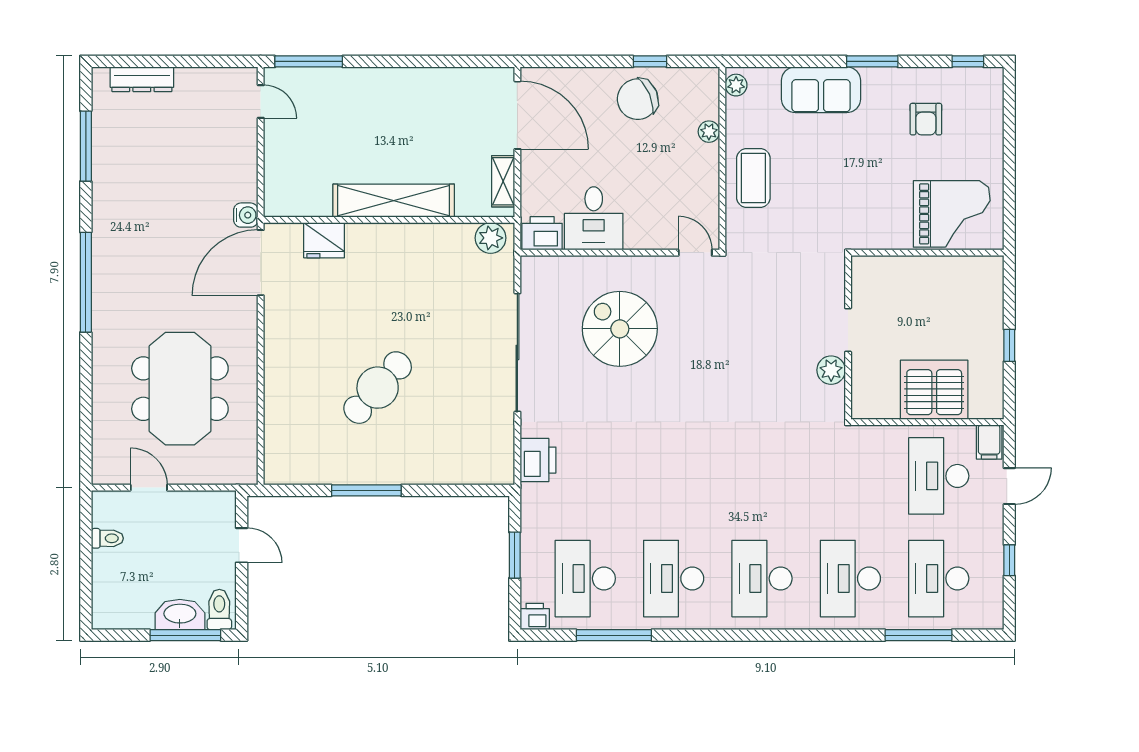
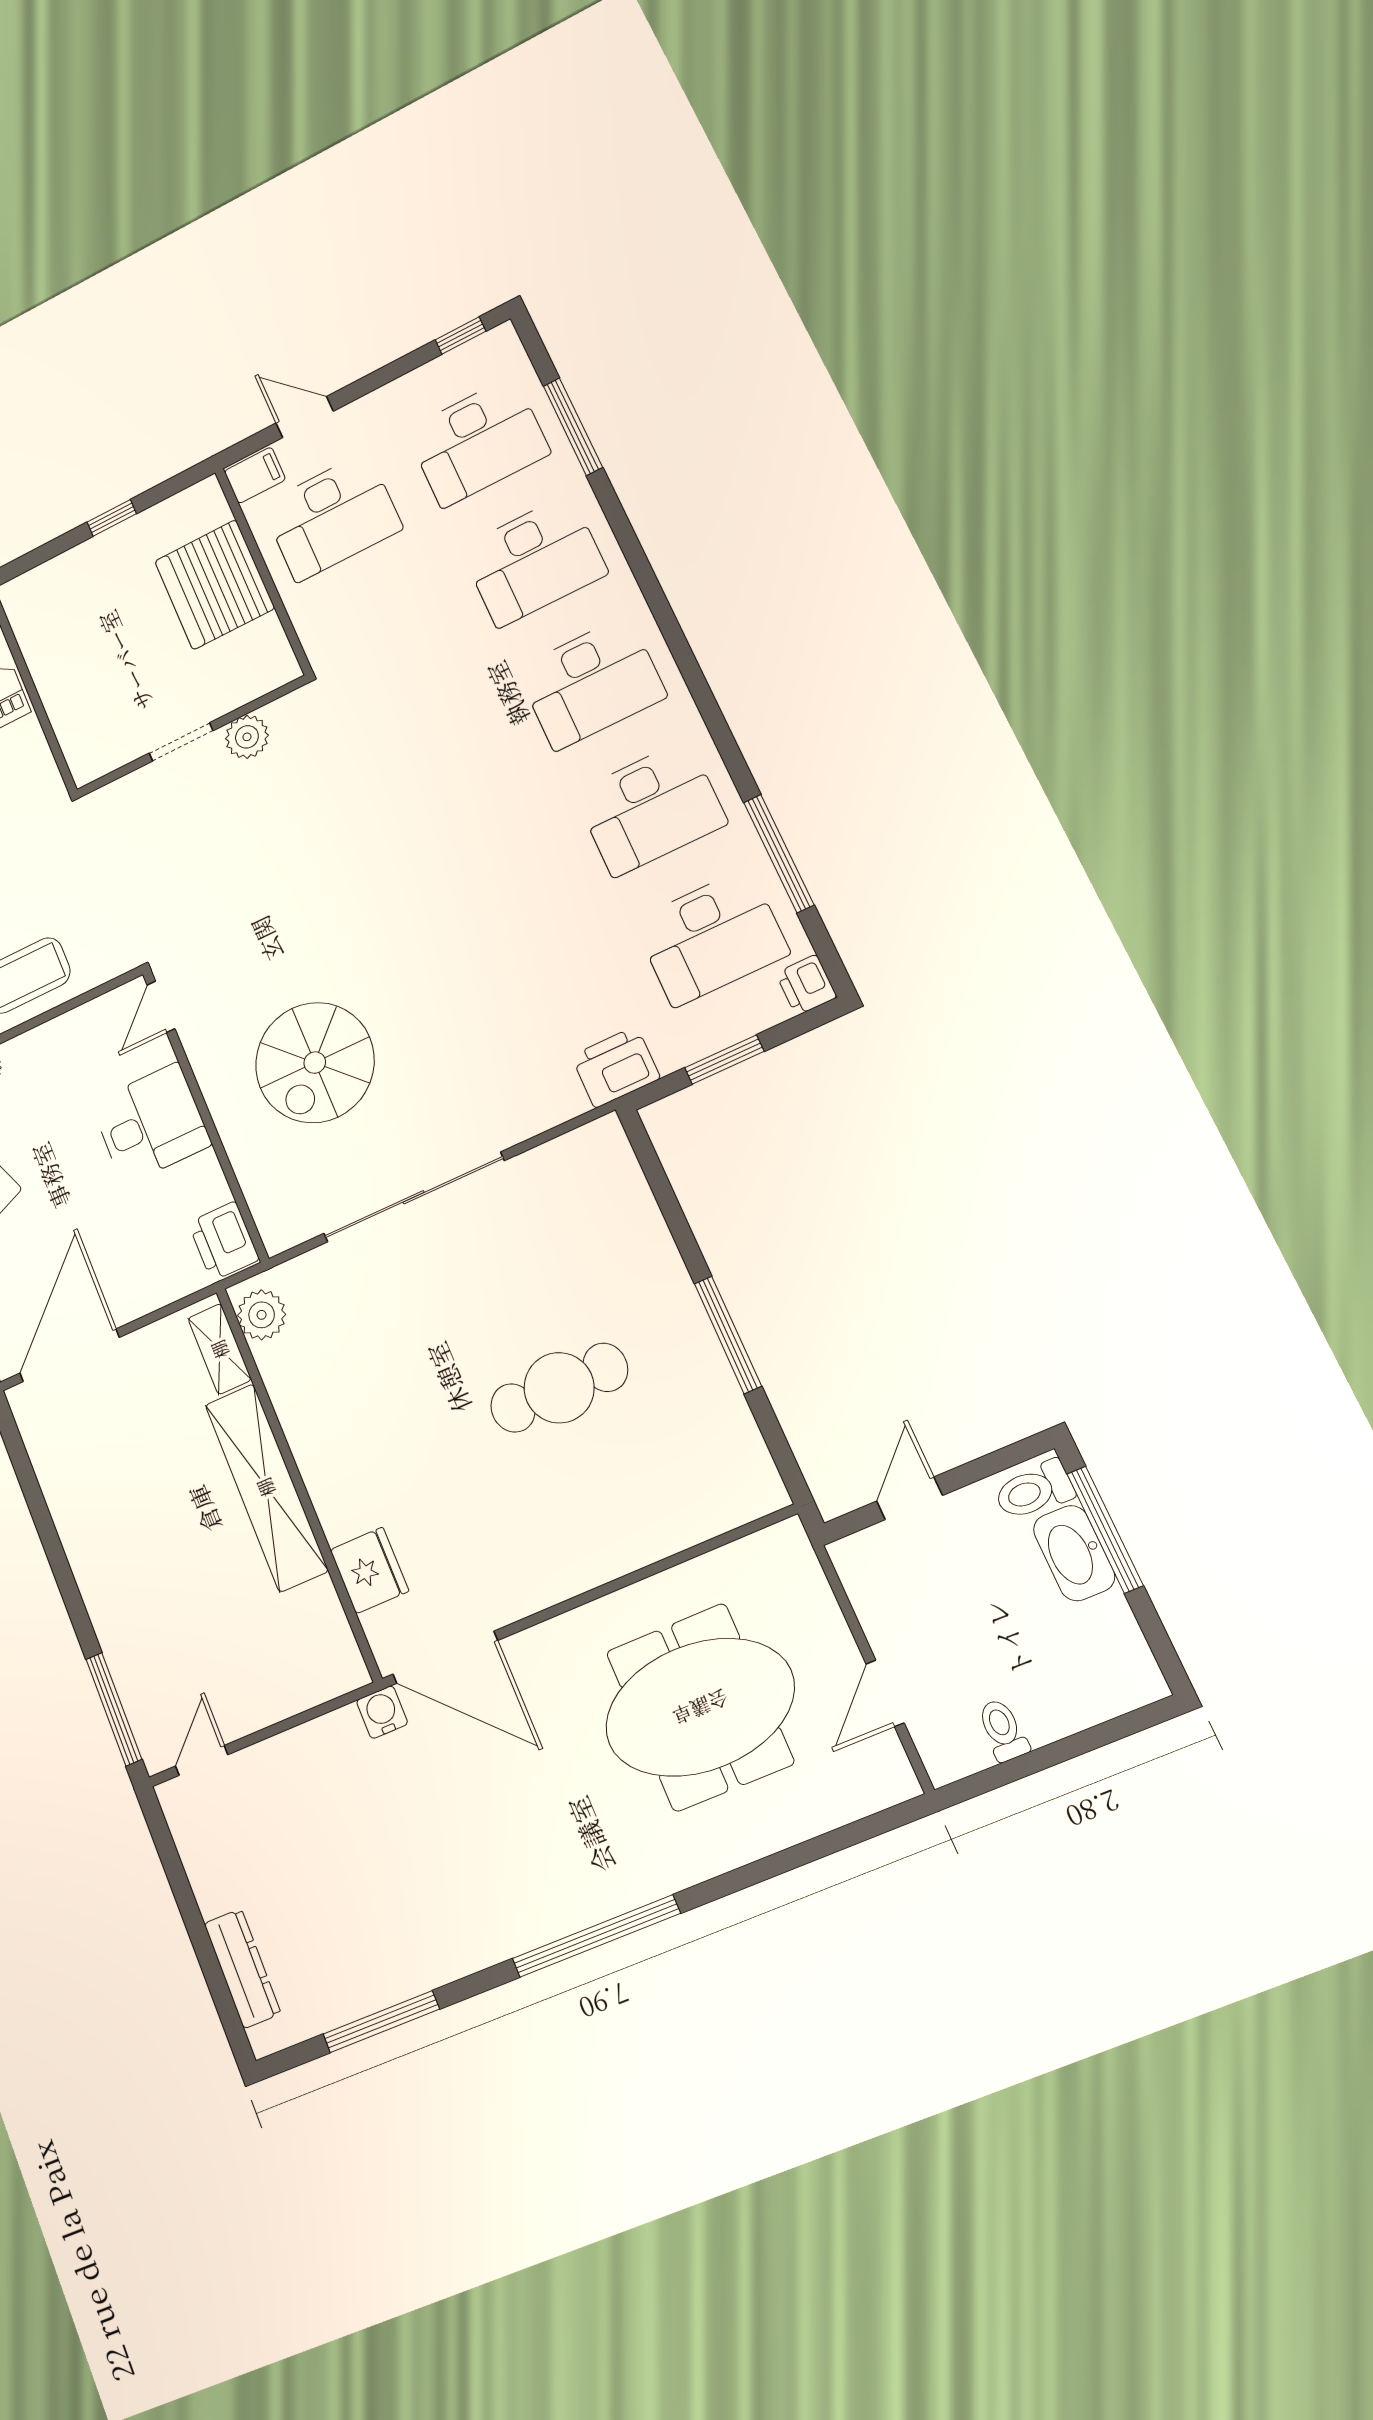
shelving: (503, 181) -> (220, 1349), moved, turned 90
desk: (594, 218) -> (151, 1124), moved
cafe table: (378, 388) -> (559, 1388), turned -42
printer: (538, 460) -> (616, 1067), moved
window: (1009, 560) -> (461, 336), moved

